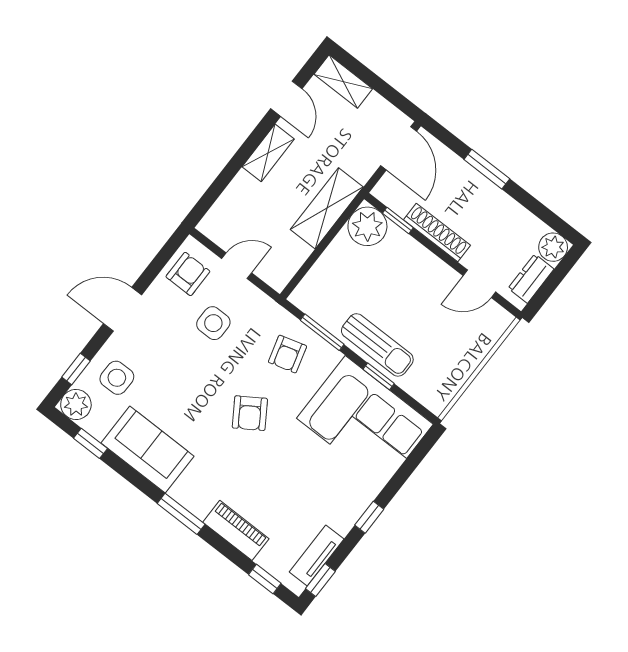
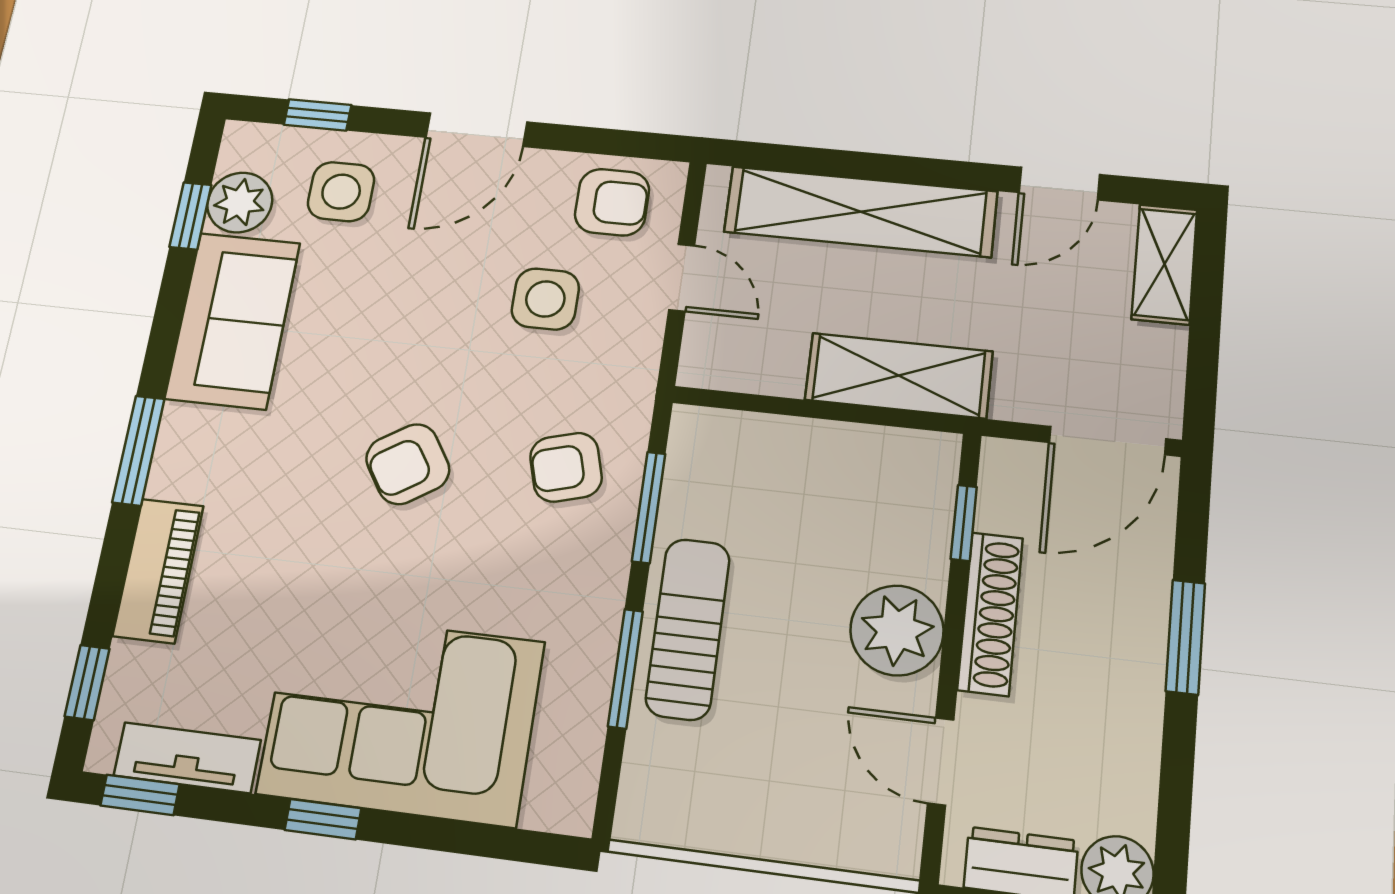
shelving: (268, 153) -> (860, 212), width x2.20, depth x1.33
plant: (367, 226) -> (897, 630), moved
door: (123, 309) -> (476, 130), swing flipped
sun lounger: (377, 345) -> (688, 629), turned 180
window: (379, 376) -> (625, 669), width x1.50
plant: (76, 405) -> (240, 202), moved
corner sofa: (365, 421) -> (401, 718), moved, turned 90

